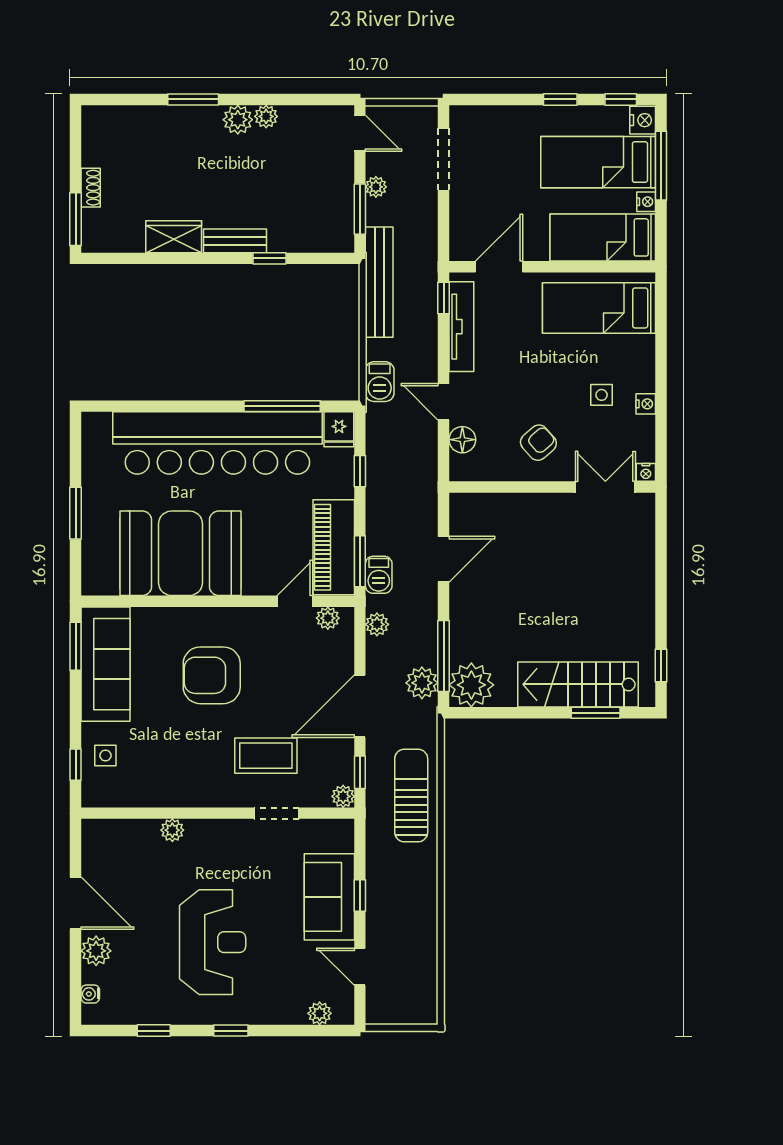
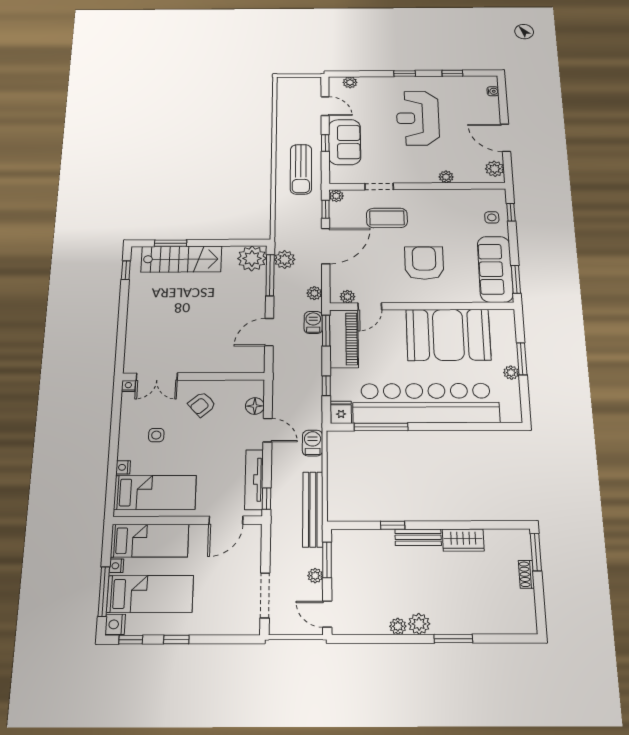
nightstand: (646, 404) -> (123, 467), moved
plant: (92, 491) -> (511, 373), added
armchair: (212, 675) -> (424, 263), turned -90
sun lounger: (411, 796) -> (301, 169), moved
plant: (96, 951) -> (495, 169), moved

